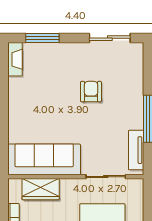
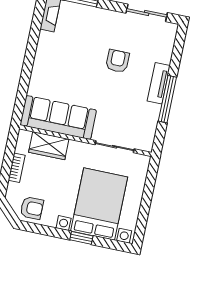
tv unit: (136, 150) -> (159, 83), moved

